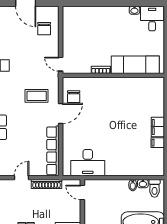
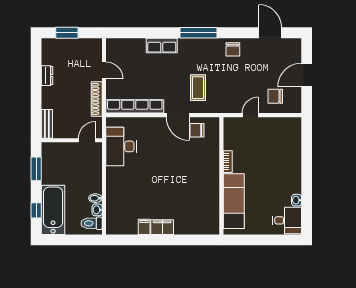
door: (61, 64) -> (250, 115), moved

